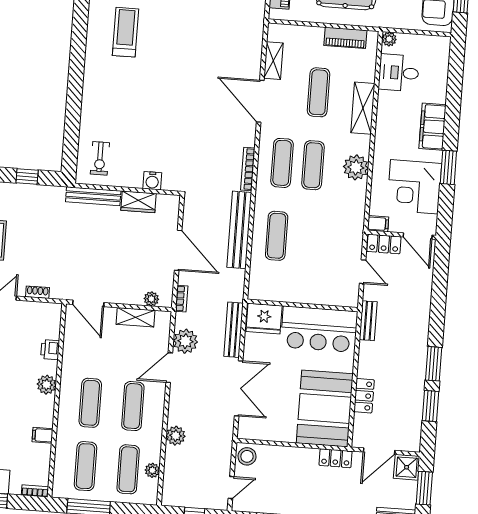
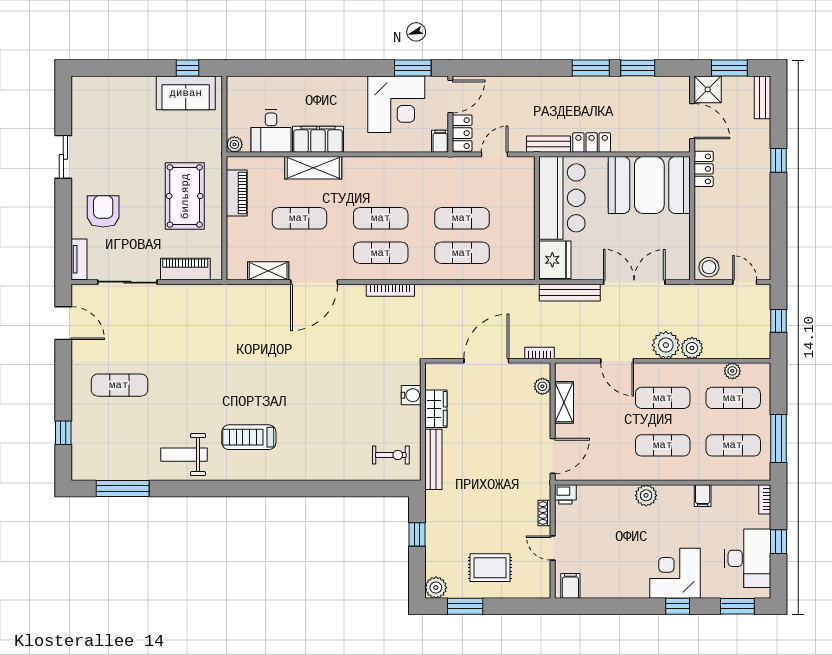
filing cabinet: (433, 127) -> (318, 139), moved, turned 180
plant: (356, 167) -> (380, 171), removed
window: (448, 167) -> (413, 68), moved
bench: (239, 230) -> (459, 295), removed
exercise mat: (308, 238) -> (462, 218), added
plant: (185, 341) -> (666, 345), moved
printer: (50, 350) -> (565, 494), moved
locker: (364, 396) -> (592, 142), moved

